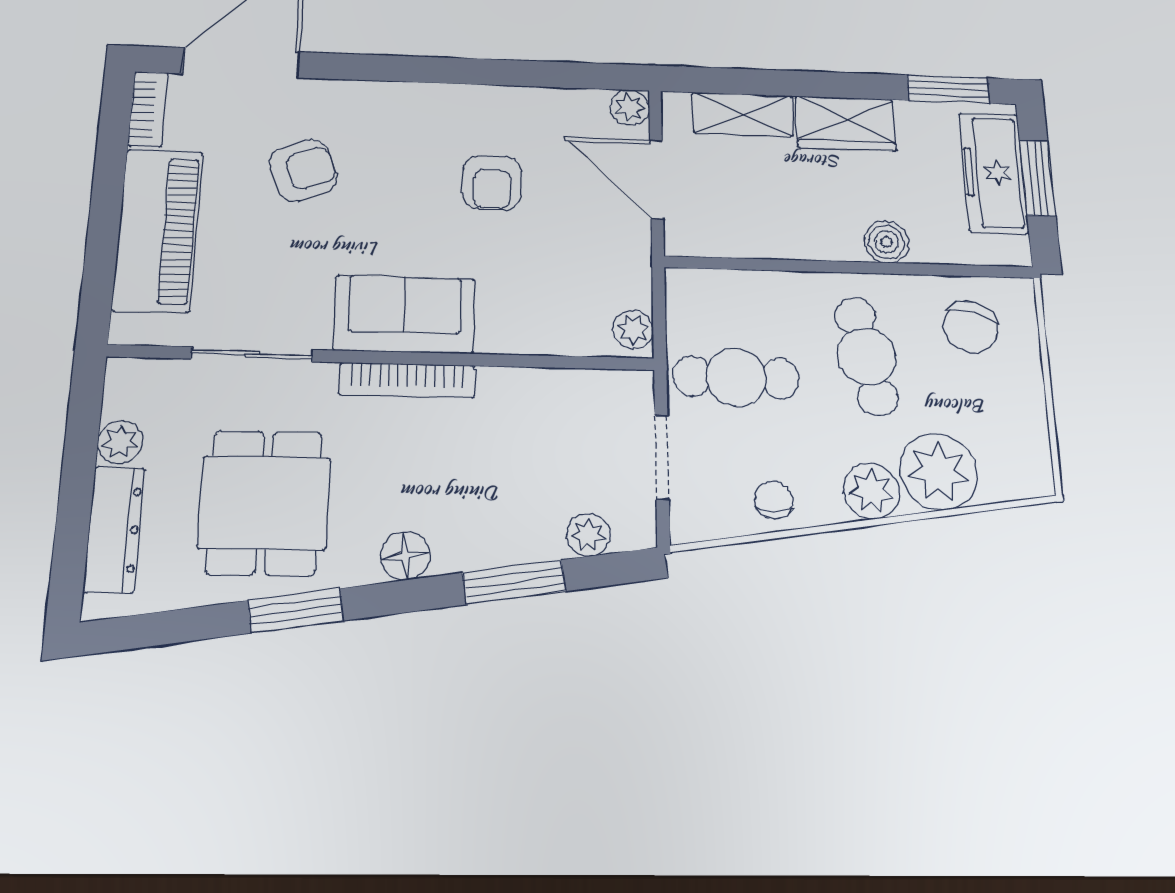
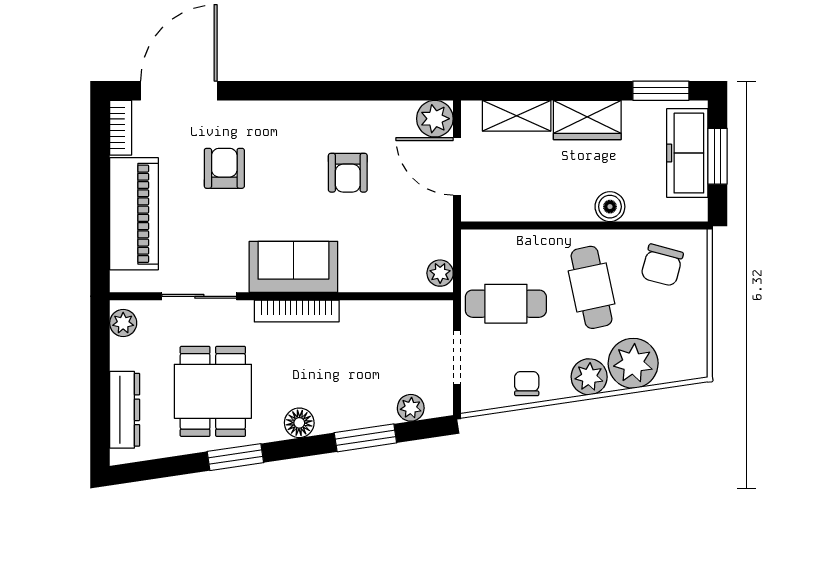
plant: (630, 108) -> (435, 119), width x1.38, depth x1.38
armchair: (304, 170) -> (224, 168), turned -69
plant: (120, 442) -> (123, 323), moved

